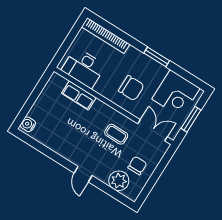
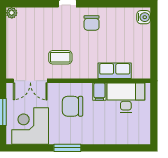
bookcase: (106, 36) -> (124, 138), removed
filing cabinet: (102, 86) -> (99, 92), added
chair: (137, 166) -> (92, 23), moved
plant: (119, 181) -> (12, 13), moved, width x0.53, depth x0.53

